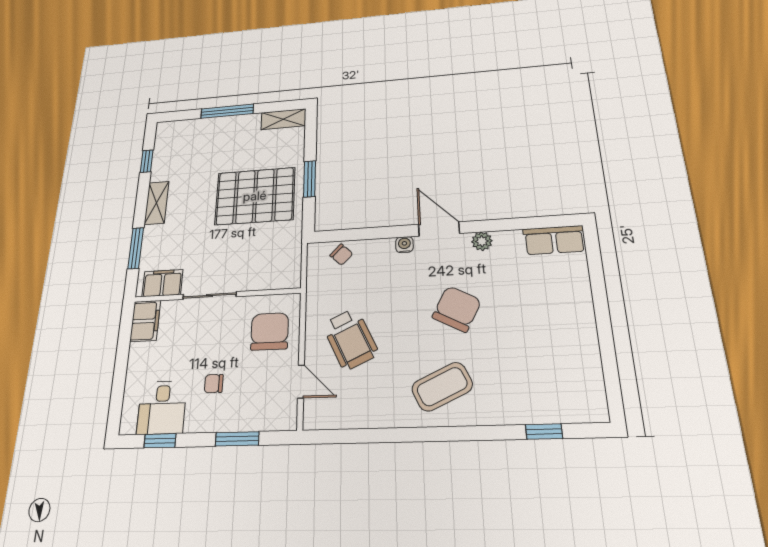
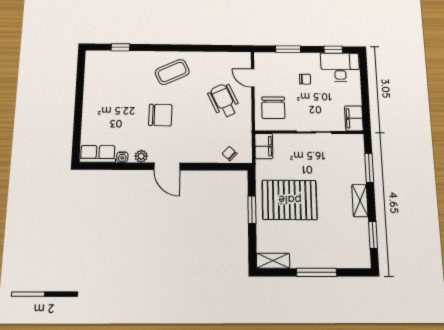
window: (147, 161) -> (373, 235), width x1.50
water cooler: (404, 245) -> (122, 157), moved
filing cabinet: (162, 283) -> (264, 146), moved, turned -90
chair: (457, 309) -> (160, 115), turned -117
desk: (162, 408) -> (340, 67), width x1.37

